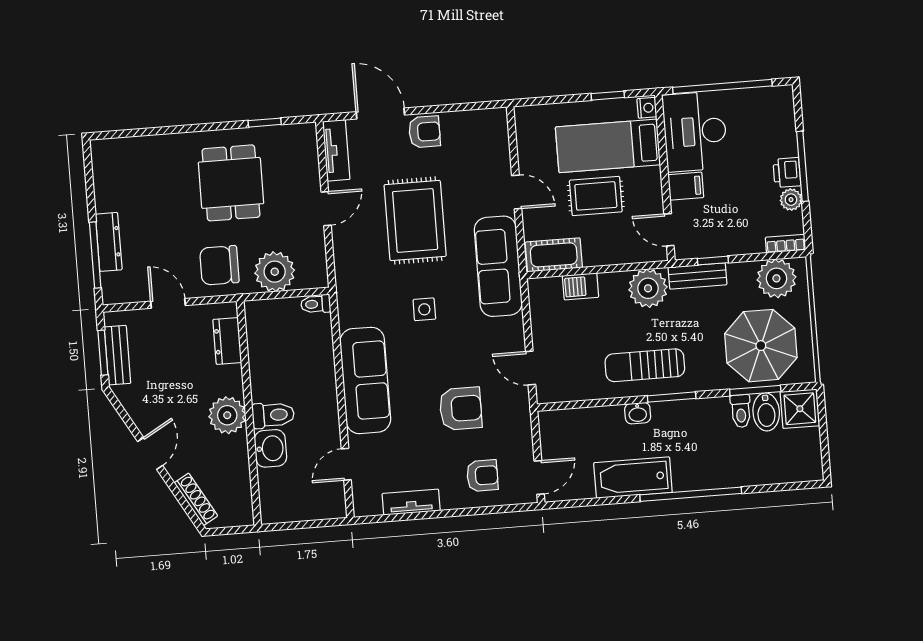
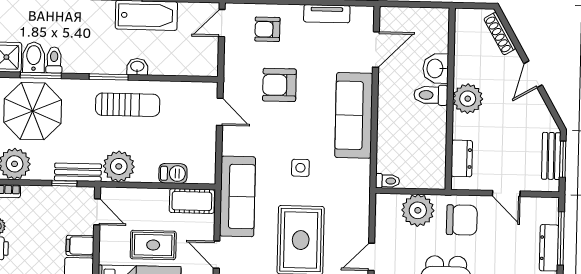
door: (346, 464) -> (376, 49), width x1.38

